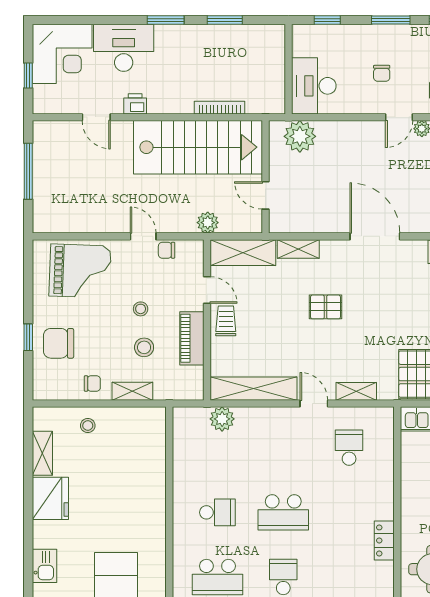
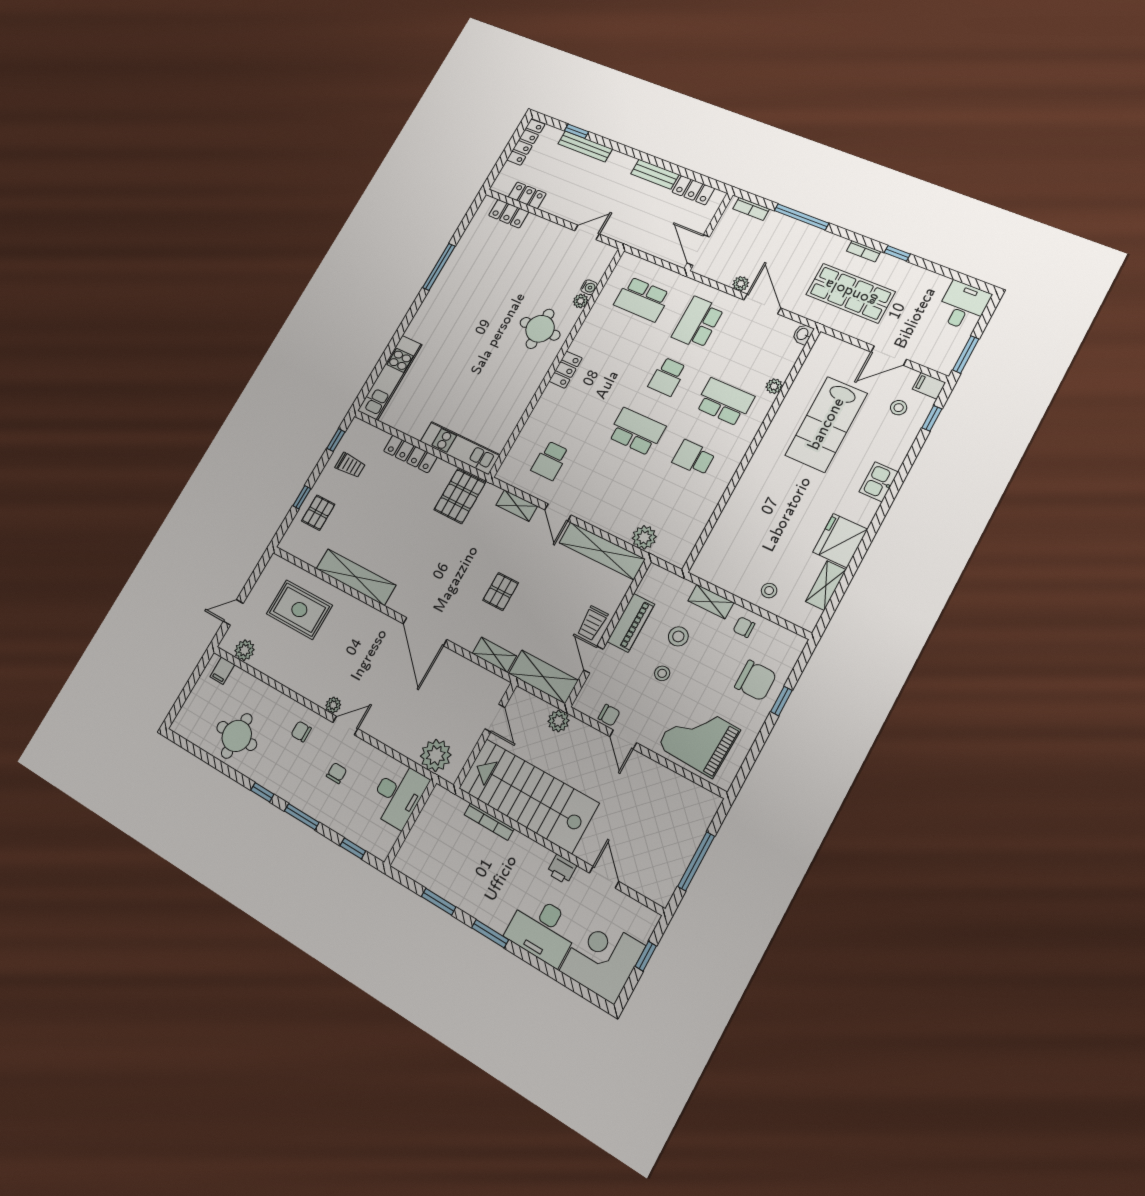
pallet: (325, 307) -> (501, 591), turned 90

